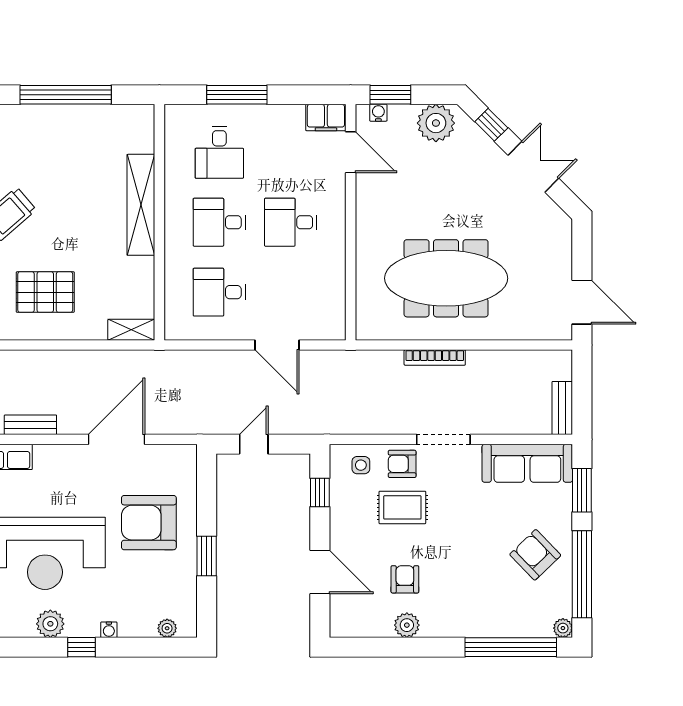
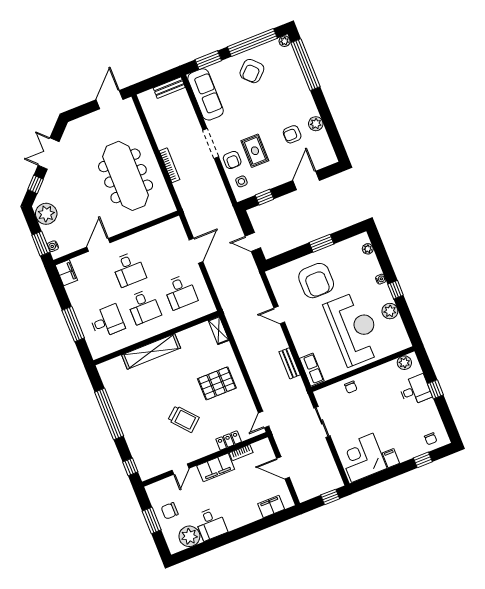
door: (351, 152) -> (98, 245), moved
pallet: (45, 292) -> (217, 383), turned 90
door: (117, 439) -> (279, 315), width x0.53

